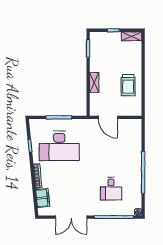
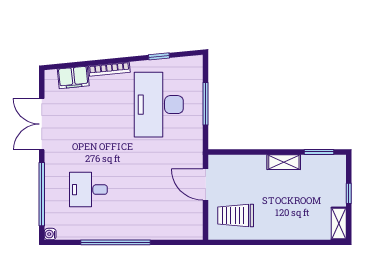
shelving: (94, 82) -> (284, 162), moved
trolley: (128, 85) -> (236, 216), moved
door: (108, 117) -> (206, 185), hinge flipped

